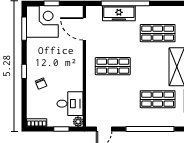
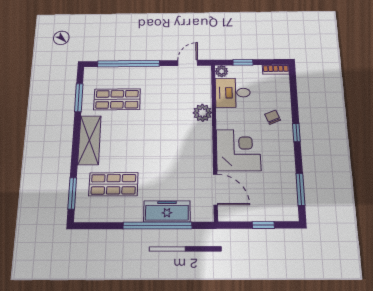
corner desk: (42, 22) -> (238, 150), moved, turned 180
shop shelf: (113, 66) -> (176, 140), removed
plant: (93, 88) -> (202, 113), added

